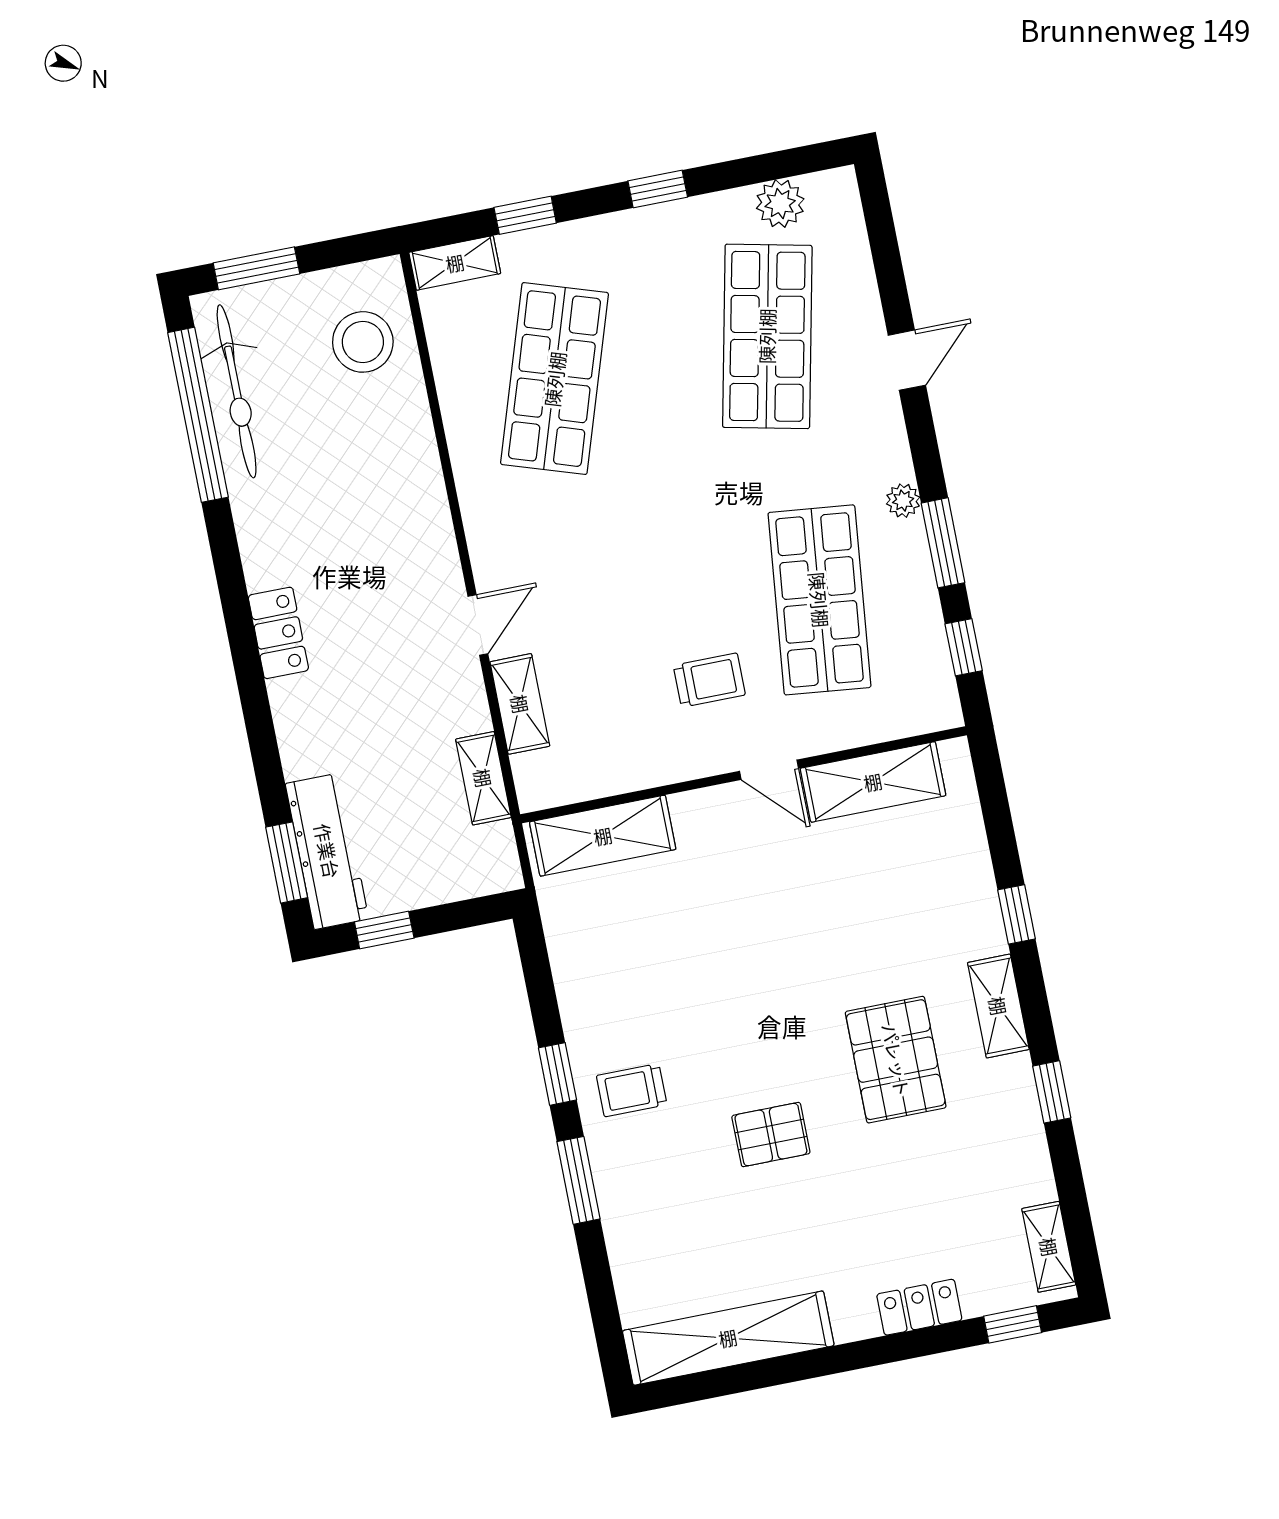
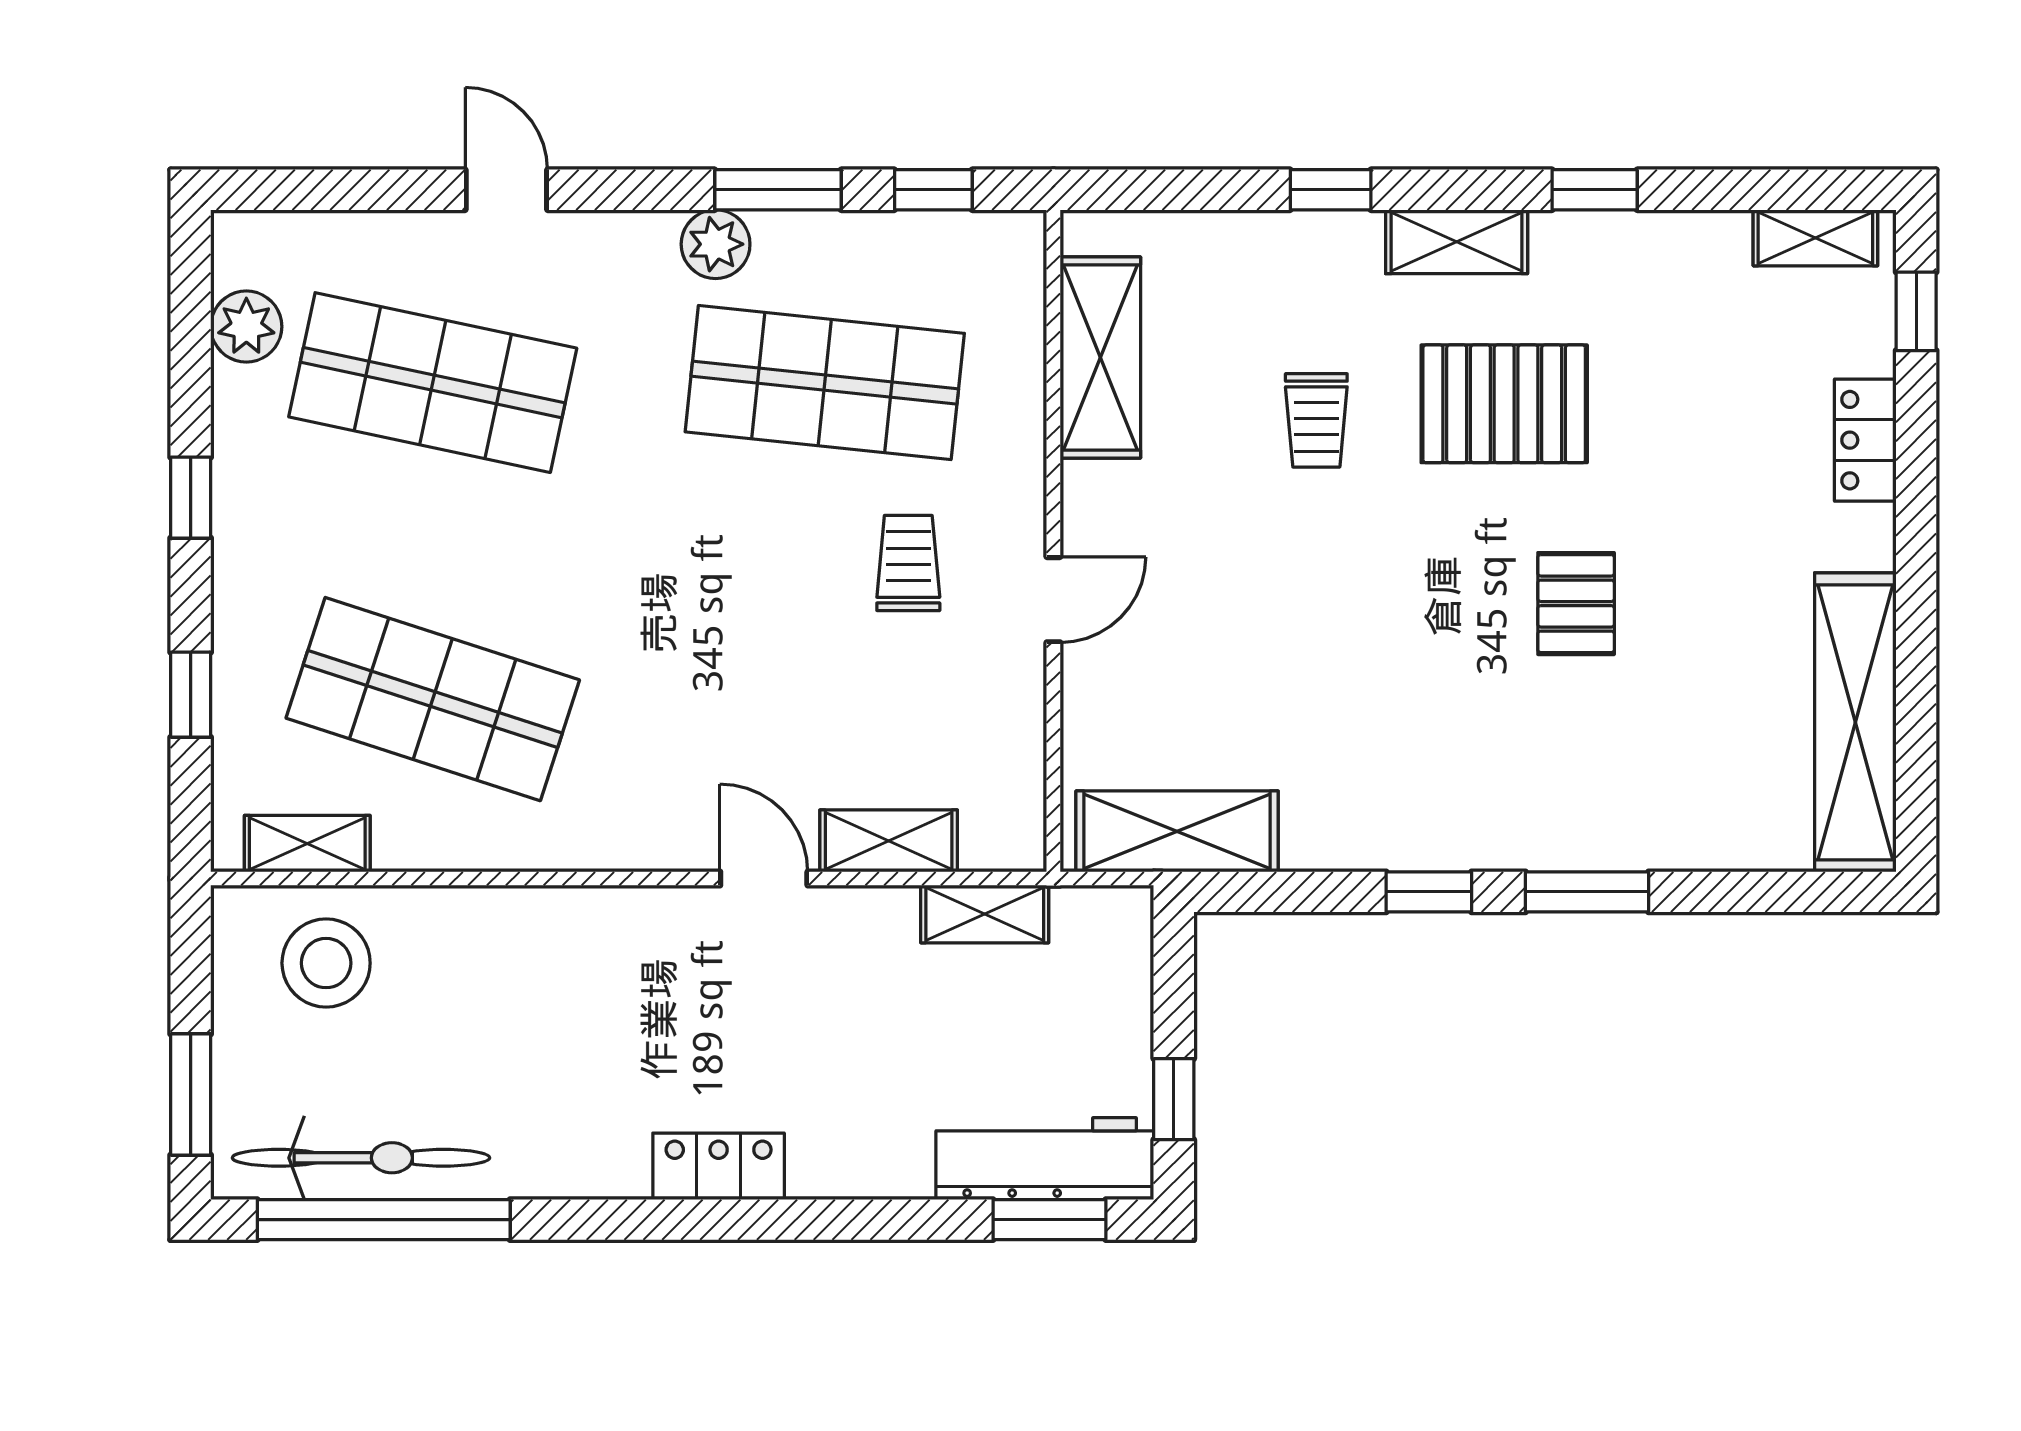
shelving: (455, 263) -> (307, 844), moved, turned 90
plant: (903, 501) -> (716, 244), width x1.38, depth x1.38
door: (769, 770) -> (1053, 600), moved
shelving: (603, 836) -> (1177, 831), moved, turned 90
trolley: (632, 1090) -> (1316, 420), moved

